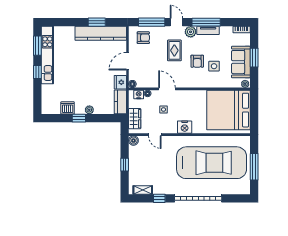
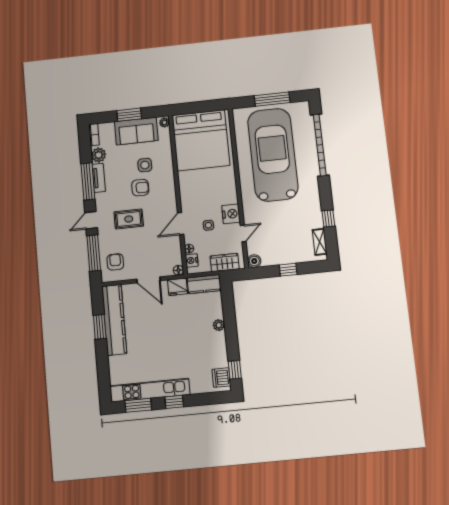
plant: (191, 32) -> (99, 155), moved
dishwasher: (68, 108) -> (221, 378), moved
window: (79, 118) -> (235, 370), moved
nightstand: (185, 127) -> (231, 214), moved
garage door: (198, 198) -> (320, 145), moved

